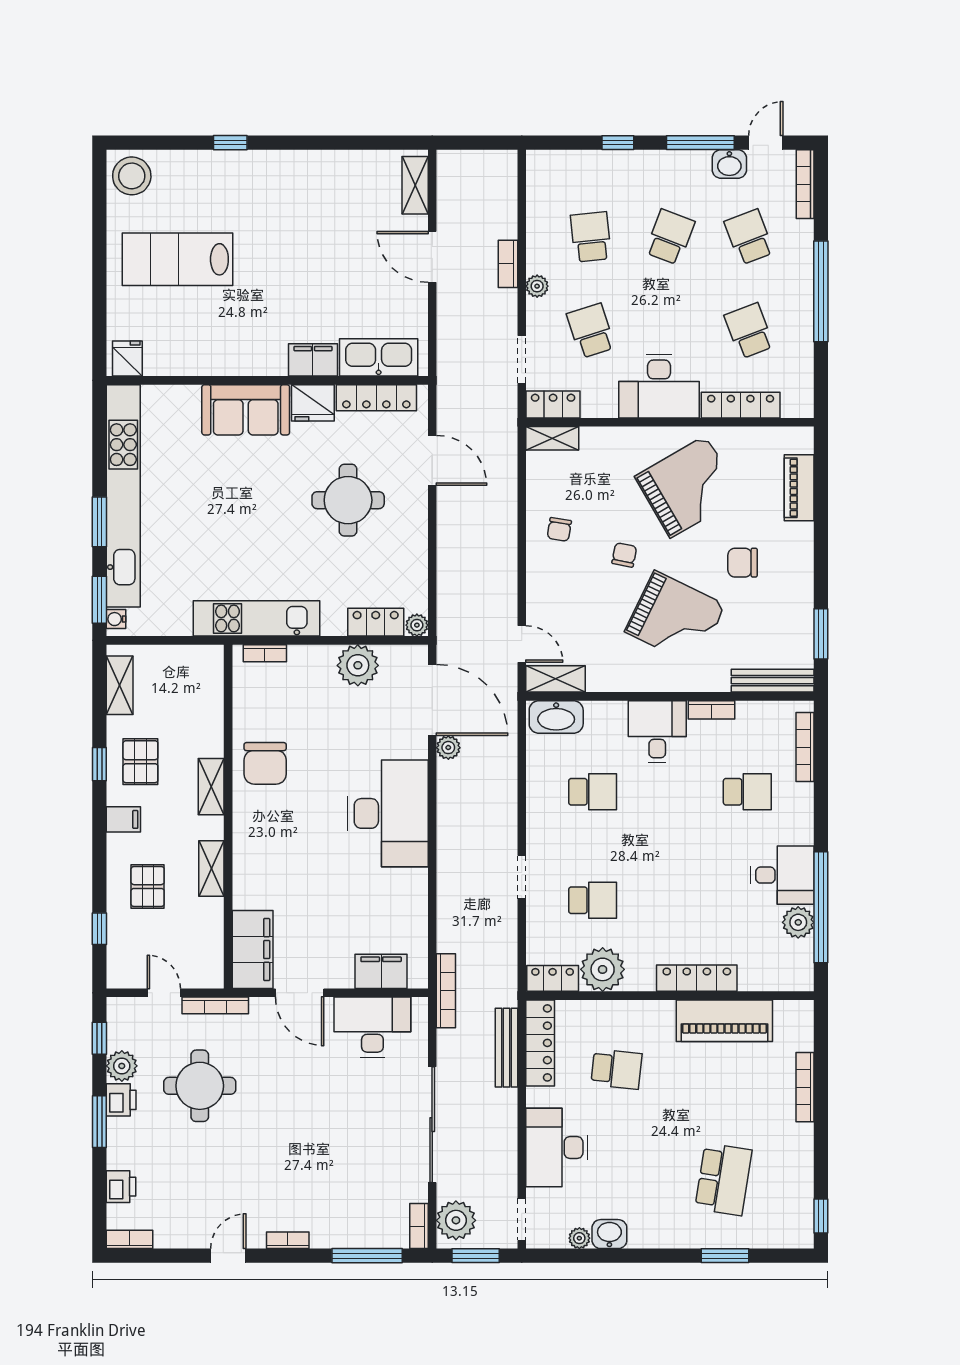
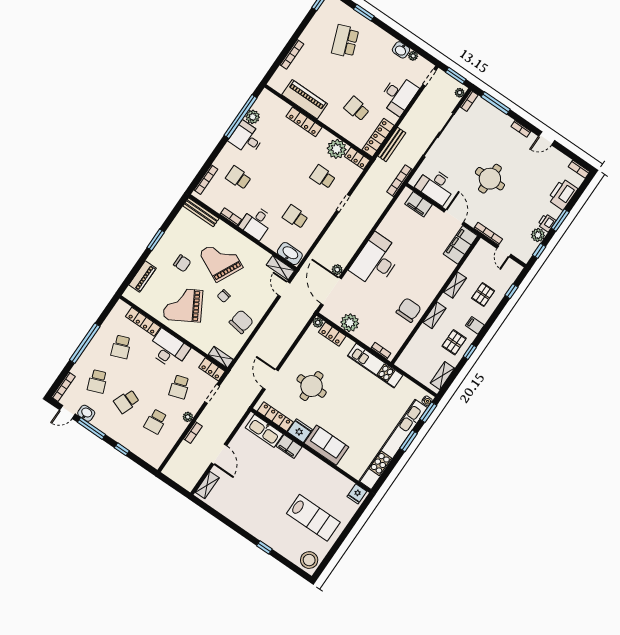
chair: (559, 529) -> (241, 322), width x1.87, depth x1.87
window: (821, 634) -> (156, 240), moved
round table: (200, 1086) -> (490, 179), moved
school desk: (723, 1179) -> (345, 41), turned -30
printer: (121, 1187) -> (563, 194), width x1.87, depth x1.48
plant: (456, 1220) -> (460, 93), width x0.53, depth x0.53

